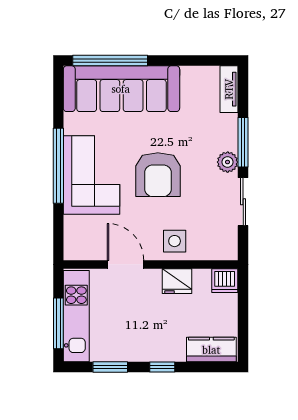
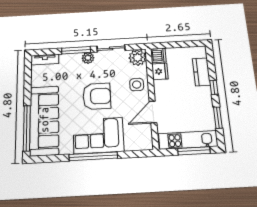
plant: (223, 246) -> (138, 58), added
fridge: (177, 281) -> (160, 71), moved
kitchen counter: (211, 350) -> (201, 72), moved

